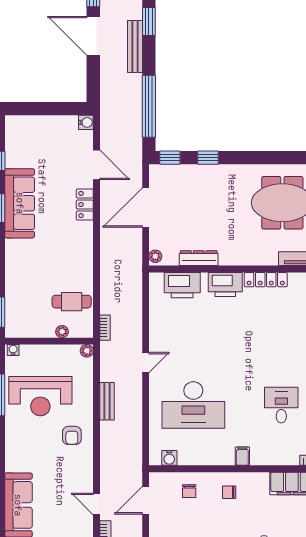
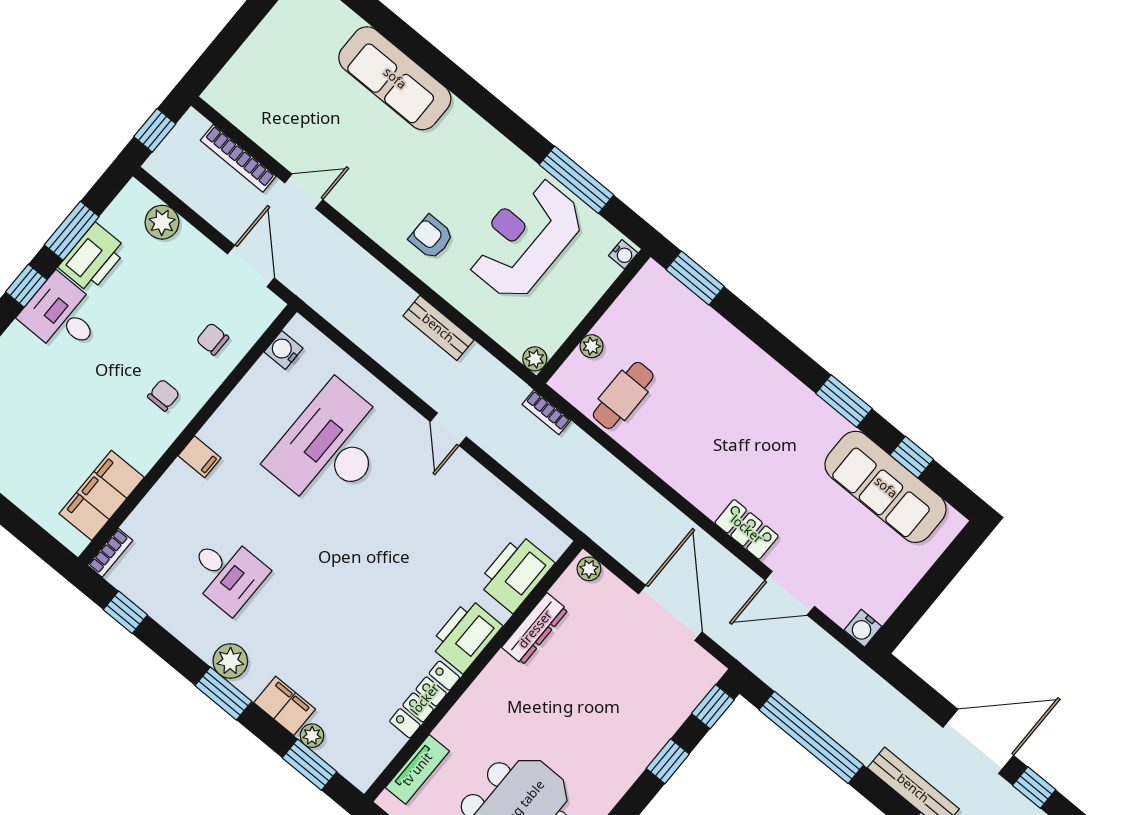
sofa: (20, 203) -> (886, 487), moved

